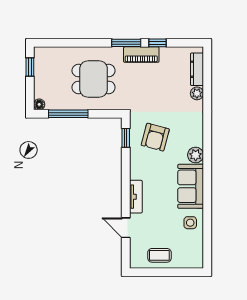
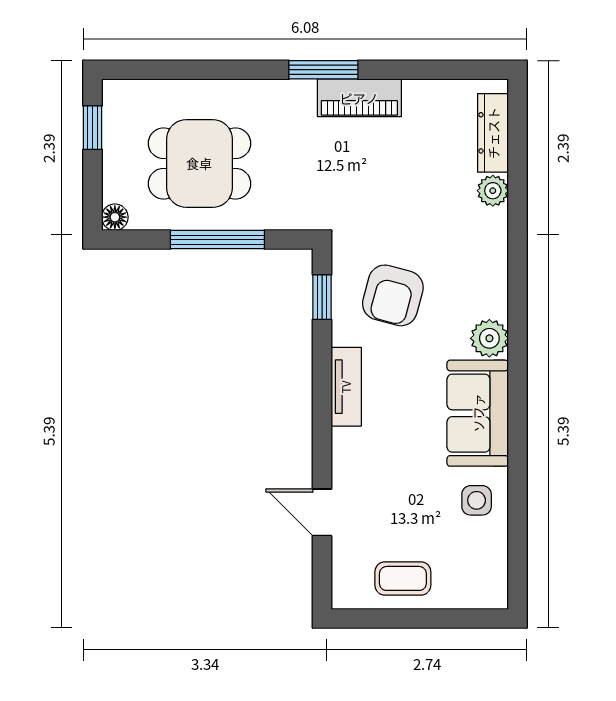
window: (157, 43) -> (398, 70), removed
dining table: (94, 79) -> (199, 163), moved
window: (68, 114) -> (217, 240), moved
tv unit: (136, 197) -> (346, 387), moved

